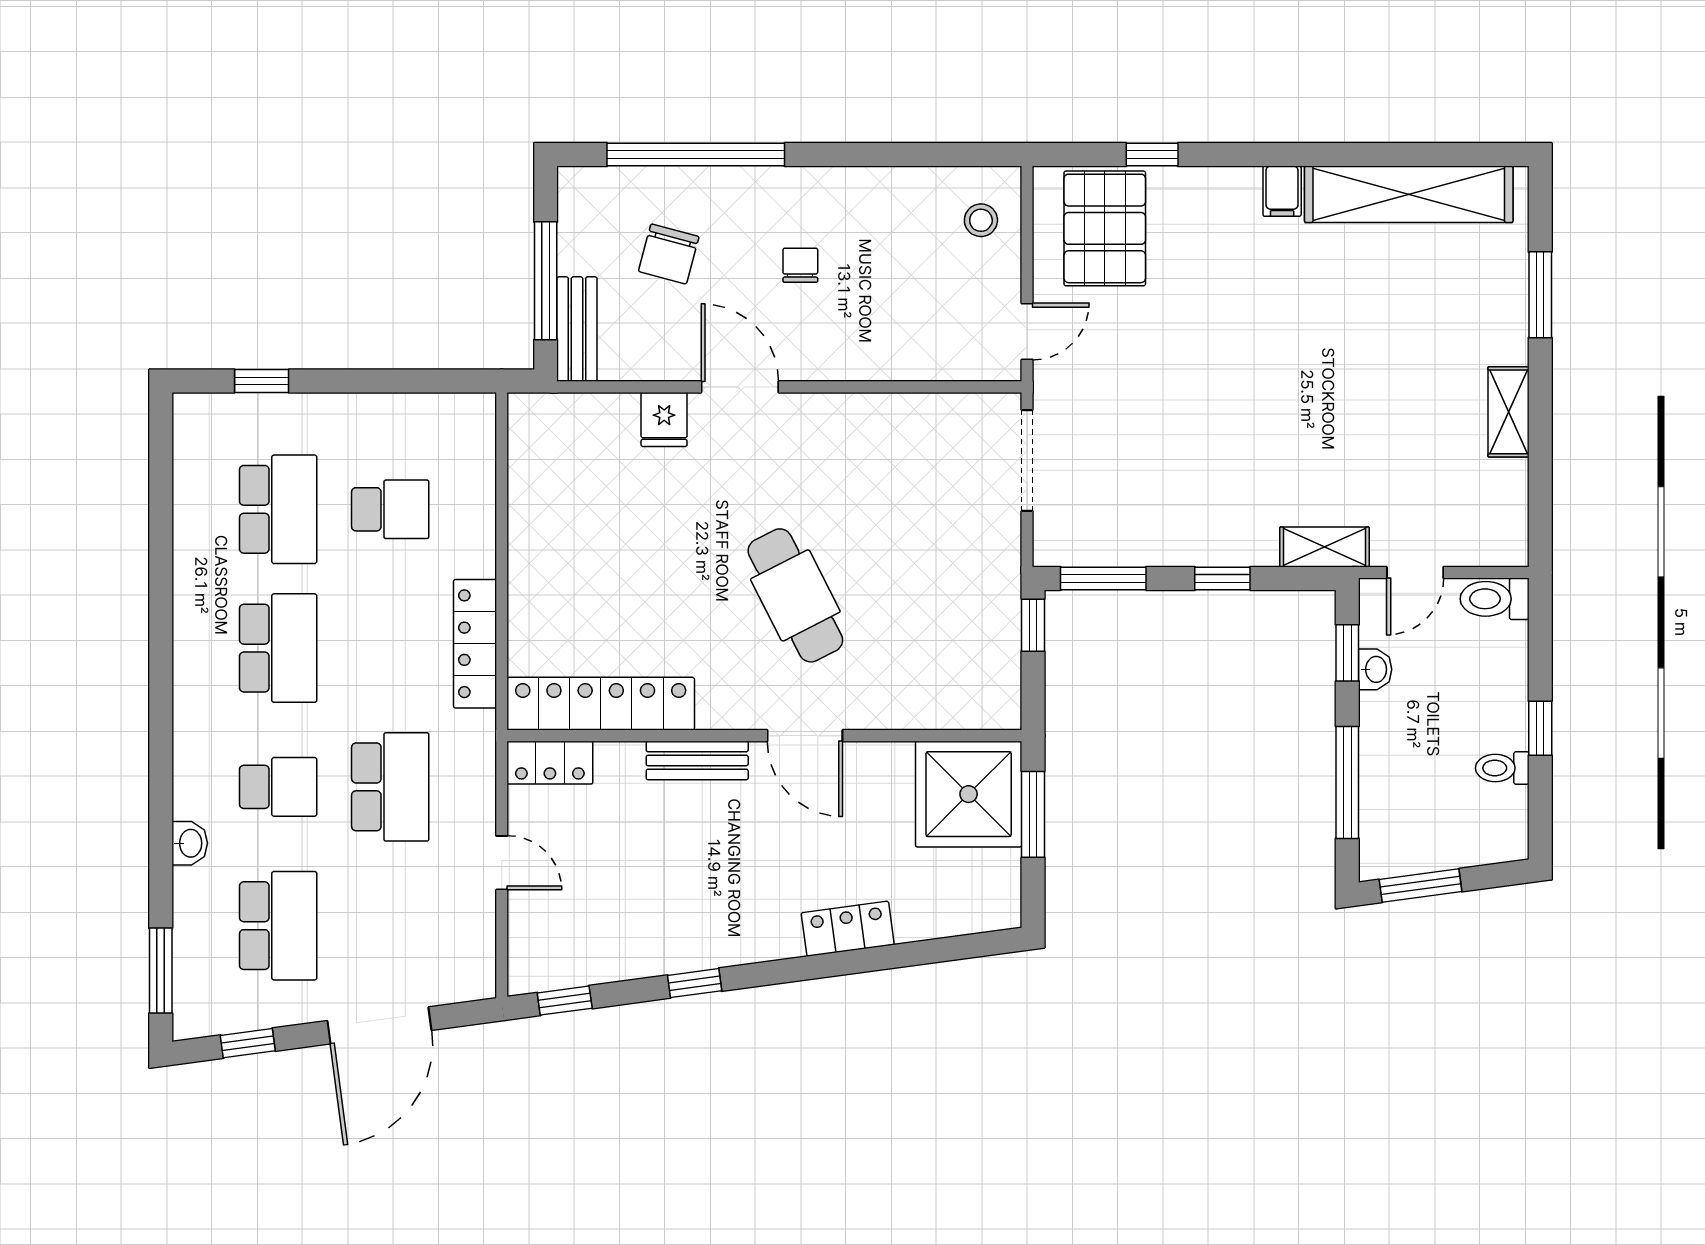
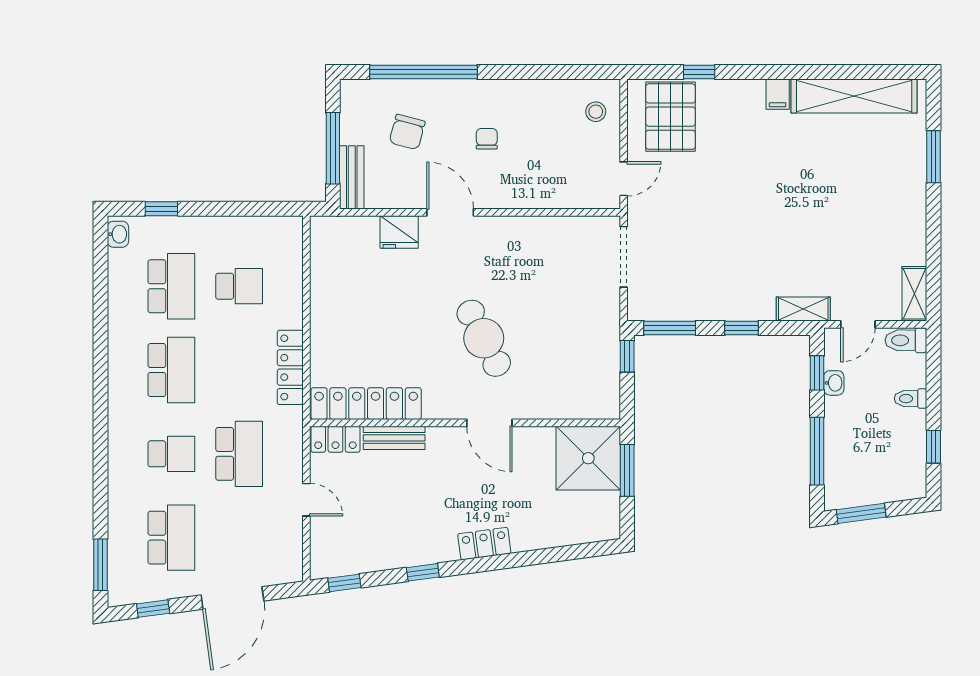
shelving: (1508, 412) -> (914, 294), moved
fridge: (664, 420) -> (399, 232), width x1.38
window: (1540, 728) -> (933, 447), moved
bench: (697, 760) -> (394, 438), moved
toilet: (1502, 768) -> (911, 399), moved
washbasin: (190, 843) -> (118, 234), moved
locker: (848, 929) -> (484, 544), moved

